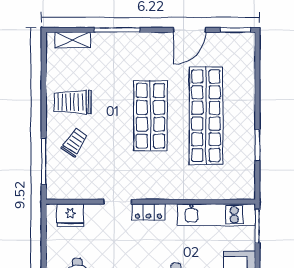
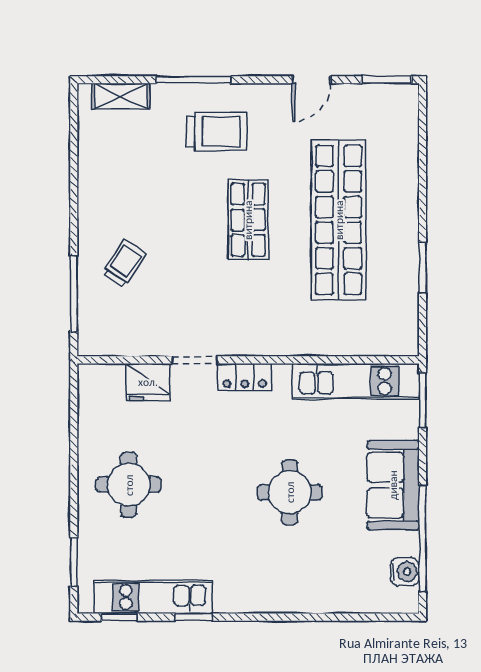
door: (189, 30) -> (312, 80), width x0.73
trolley: (73, 102) -> (217, 131), moved, turned 180
shop shelf: (151, 116) -> (248, 220), width x0.70, depth x0.74
fridge: (70, 215) -> (148, 382), moved

